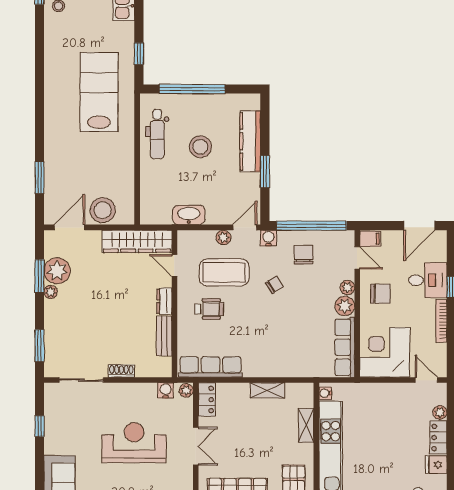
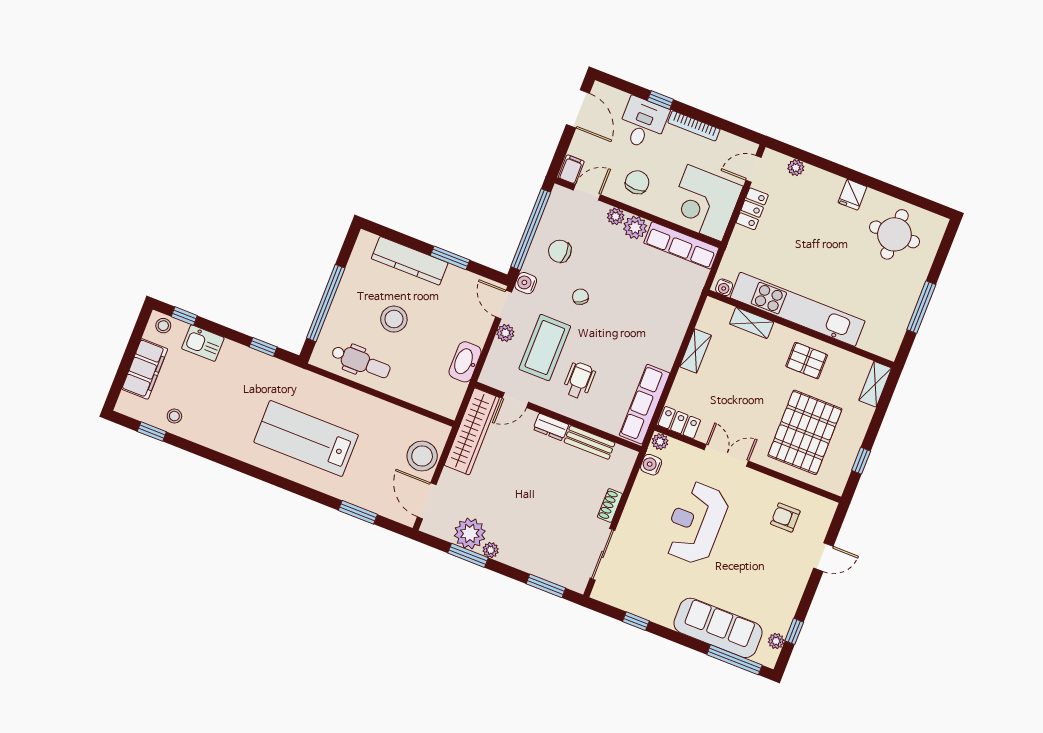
lab bench: (99, 92) -> (306, 438), moved
locker: (438, 437) -> (752, 209), moved, turned -90

